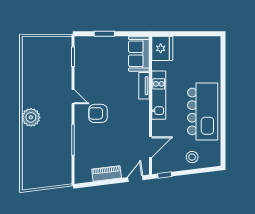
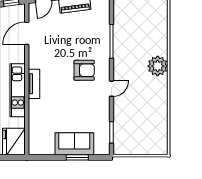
sofa: (139, 54) -> (74, 144), moved, turned -90
tv unit: (144, 86) -> (34, 84), moved
door: (73, 97) -> (111, 89), swing flipped

